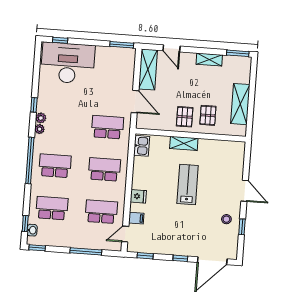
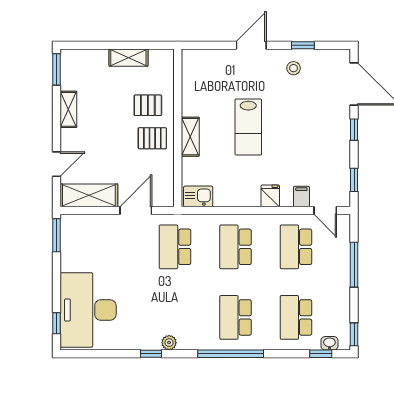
shelving: (240, 104) -> (128, 58), width x0.67, depth x0.75
plant: (40, 129) -> (185, 343), removed
lab bench: (188, 184) -> (248, 127), turned -90

